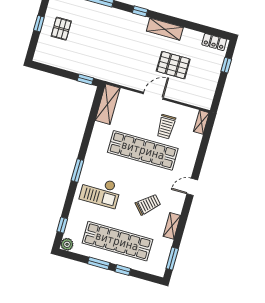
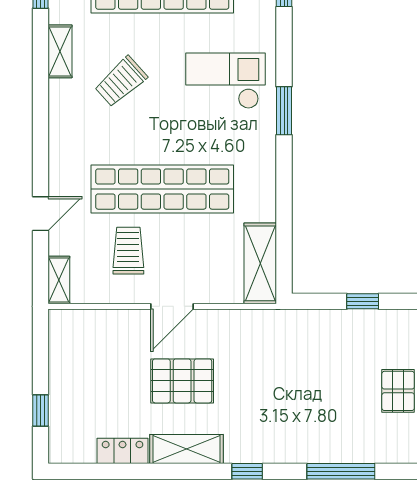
locker: (214, 42) -> (123, 451), moved
pallet: (173, 65) -> (182, 381), moved
window: (85, 79) -> (363, 301), moved
door: (192, 187) -> (40, 214), moved

